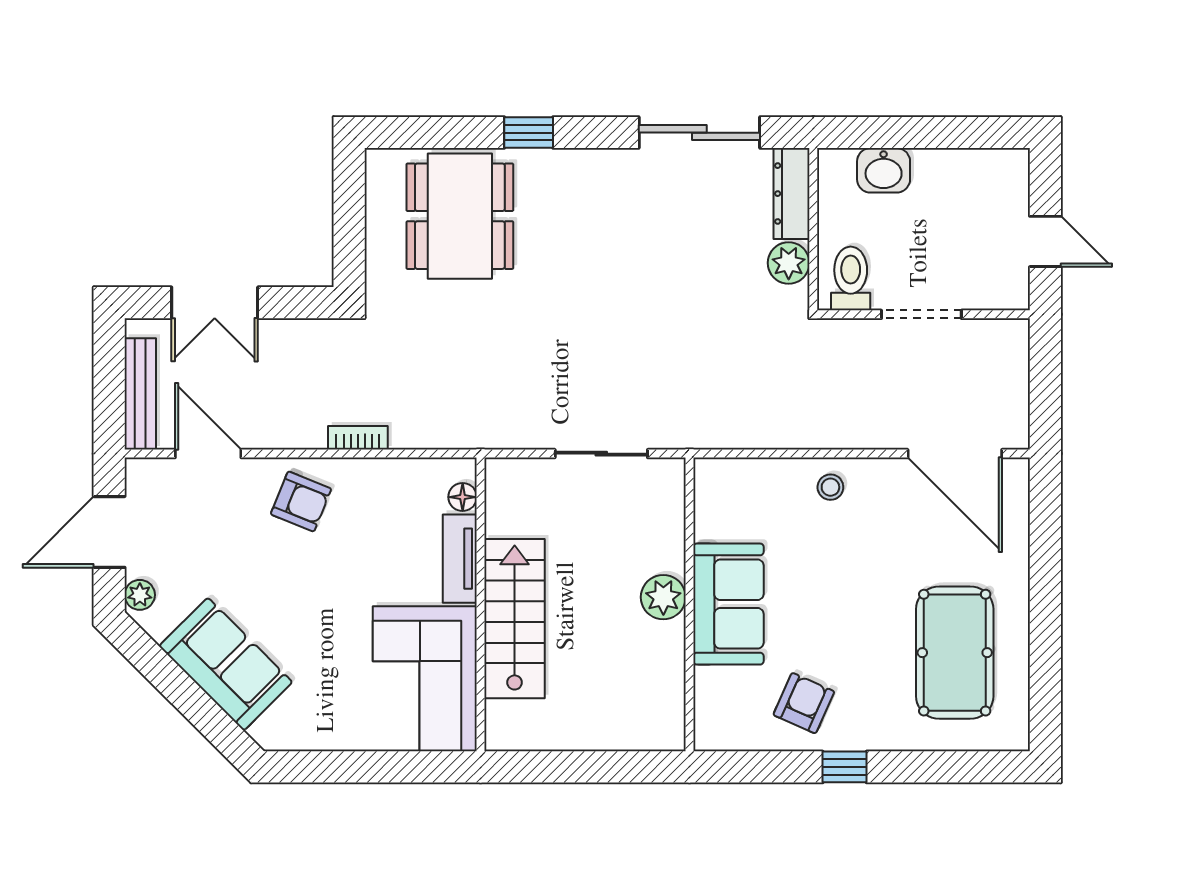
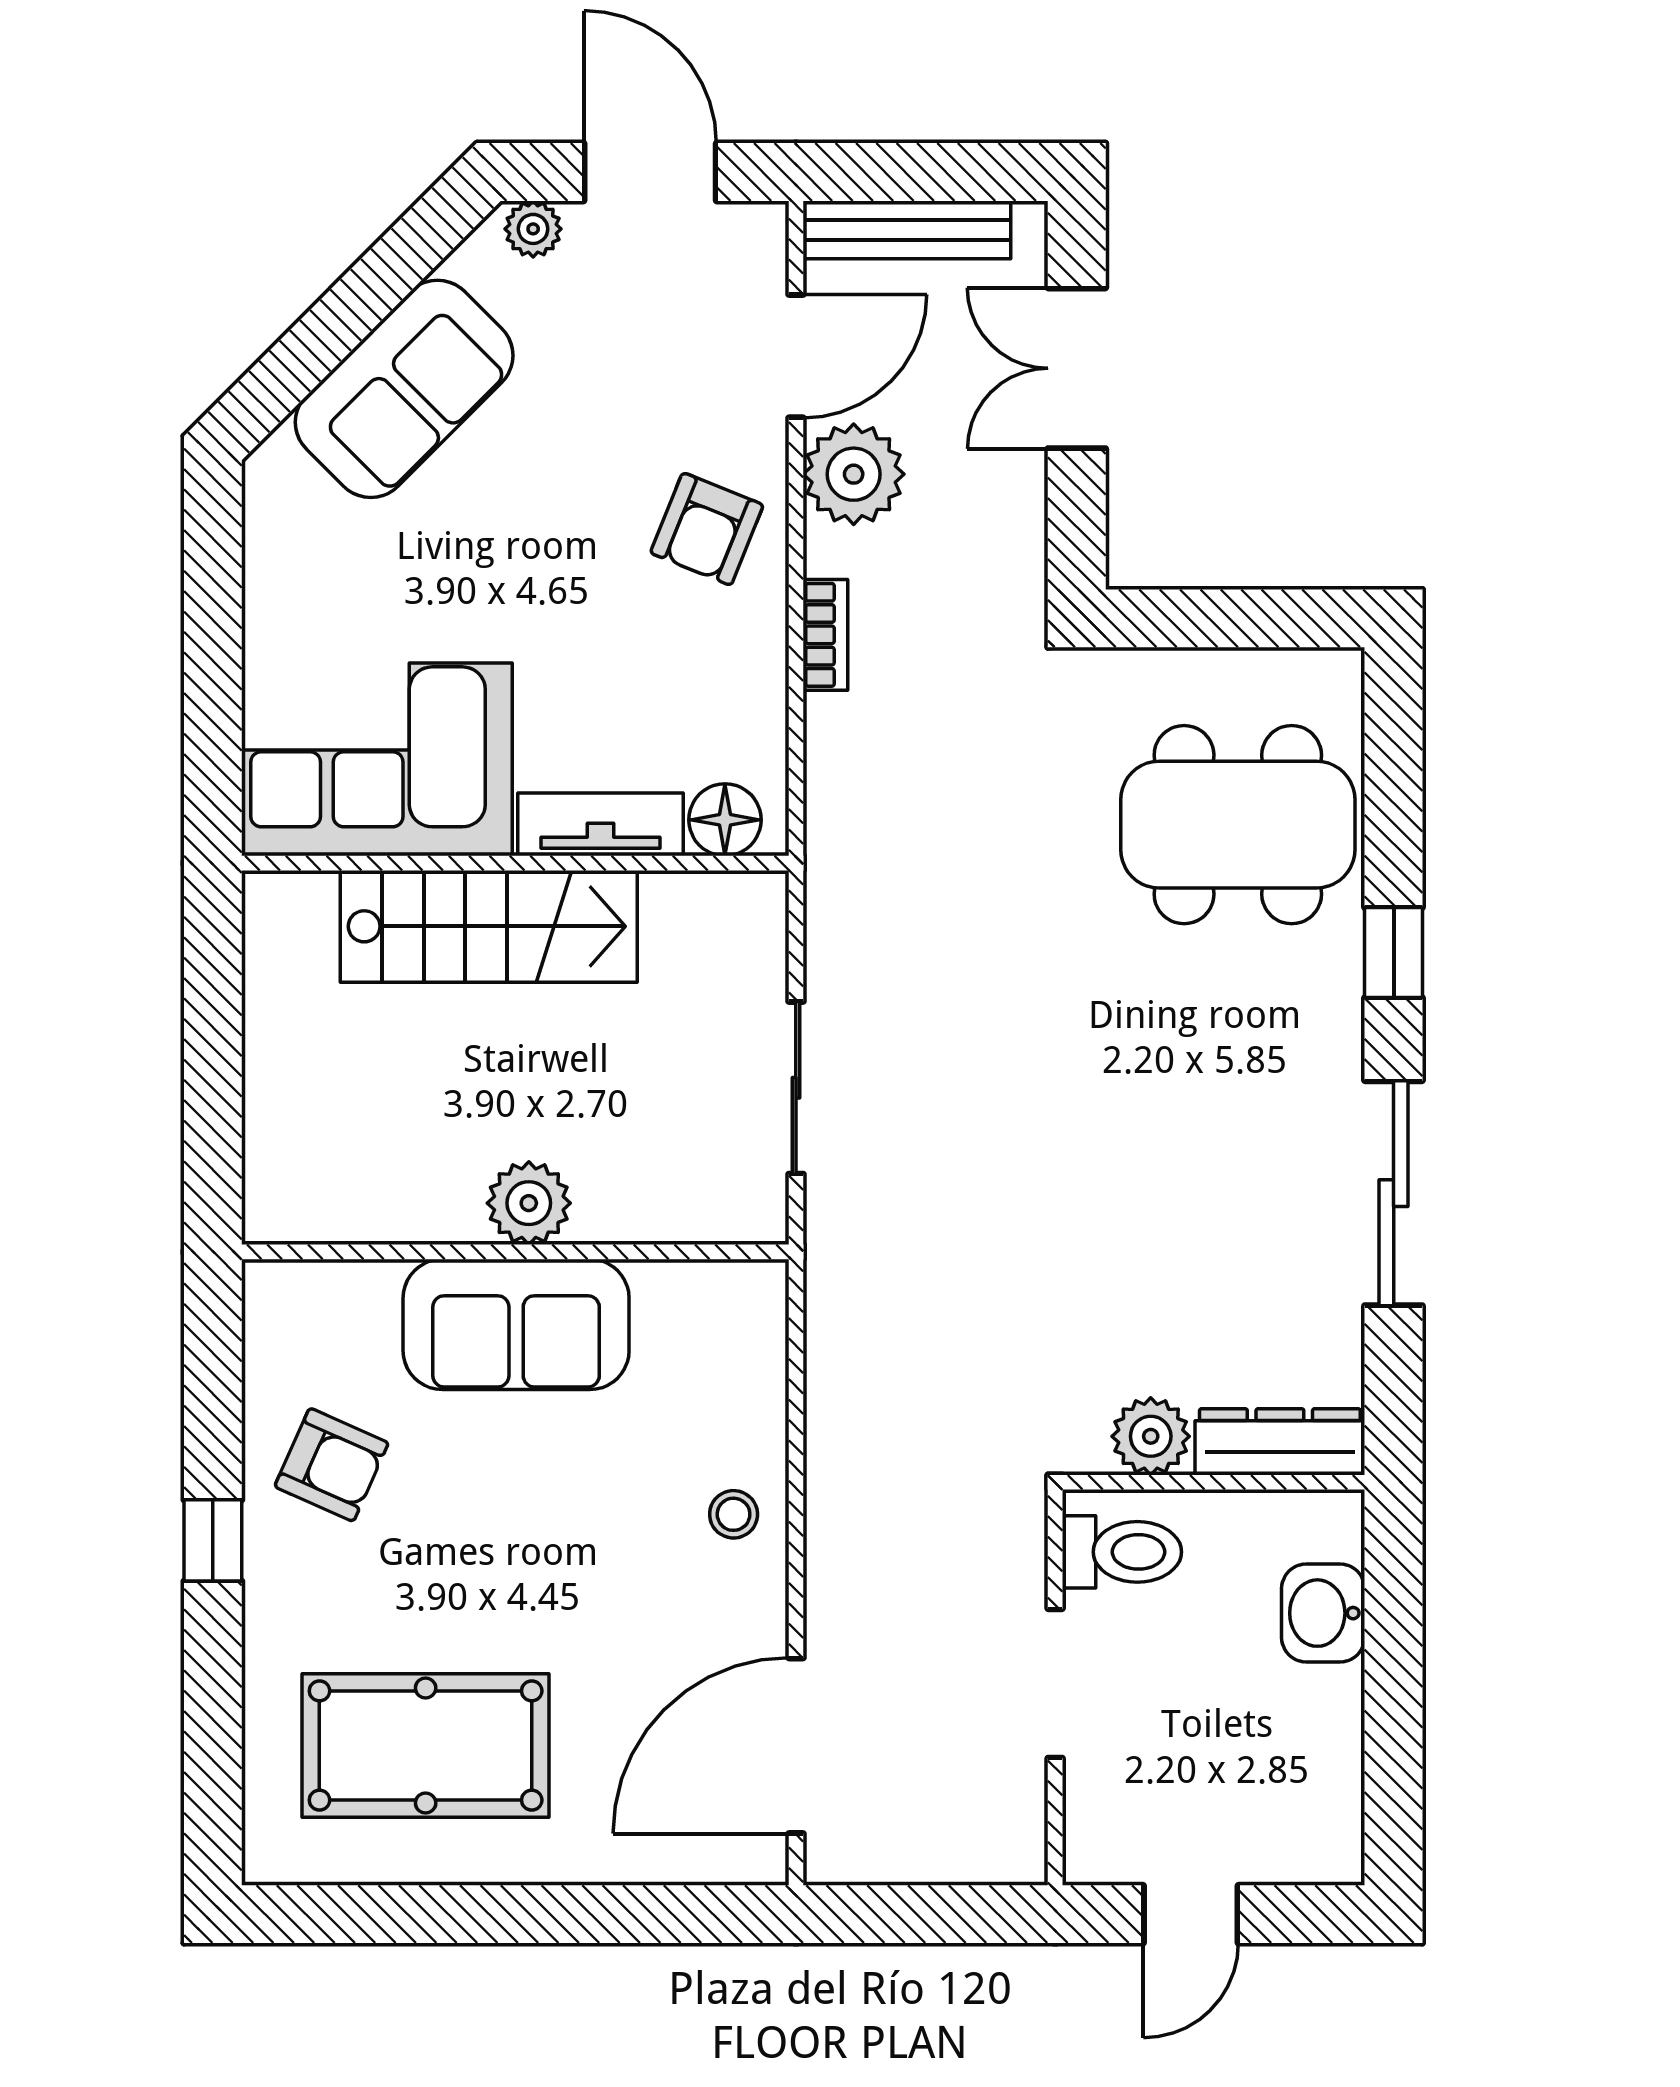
sliding door: (699, 133) -> (1394, 1193), moved
plant: (272, 423) -> (854, 474), added
floor lamp: (463, 497) -> (725, 820), width x1.37, depth x1.37

